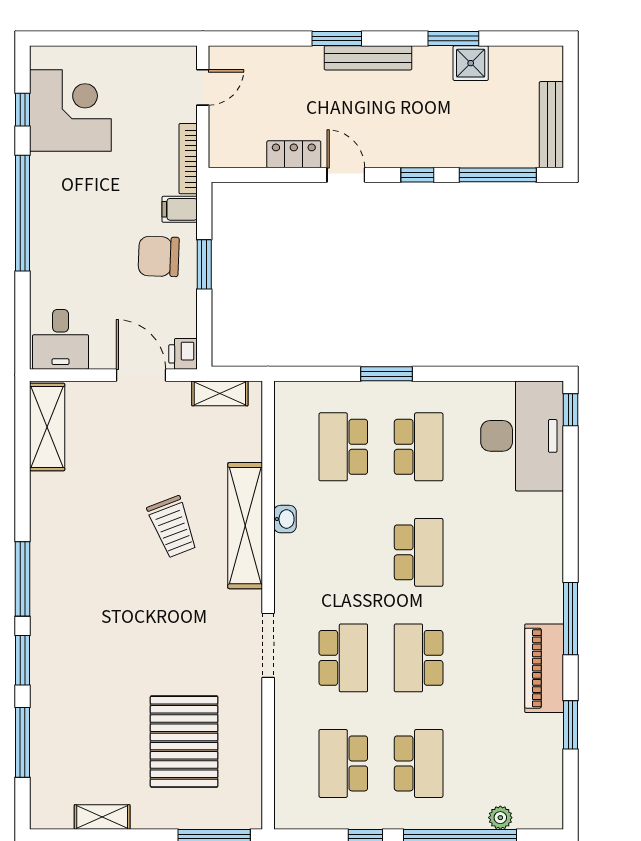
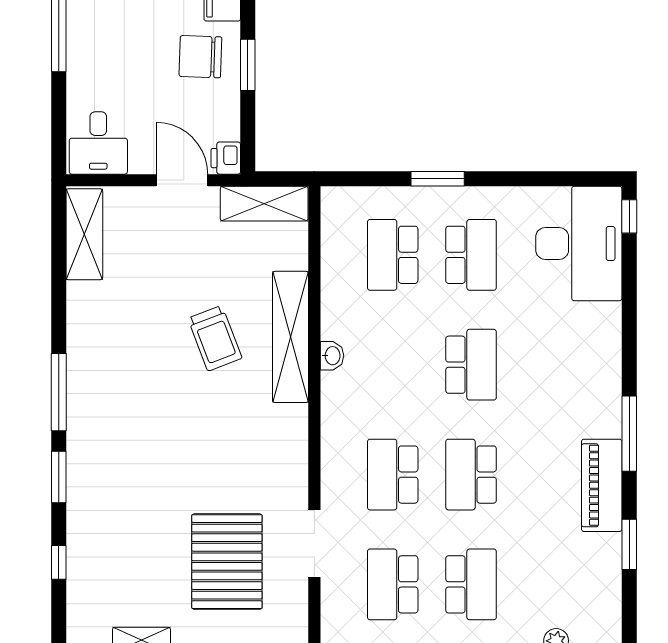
shelving: (220, 393) -> (264, 204), width x1.50, depth x1.33
washbasin: (285, 519) -> (332, 356), moved
doorway: (268, 645) -> (314, 544), moved
school desk: (343, 658) -> (393, 475), turned 180
window: (22, 742) -> (59, 562), width x0.46

